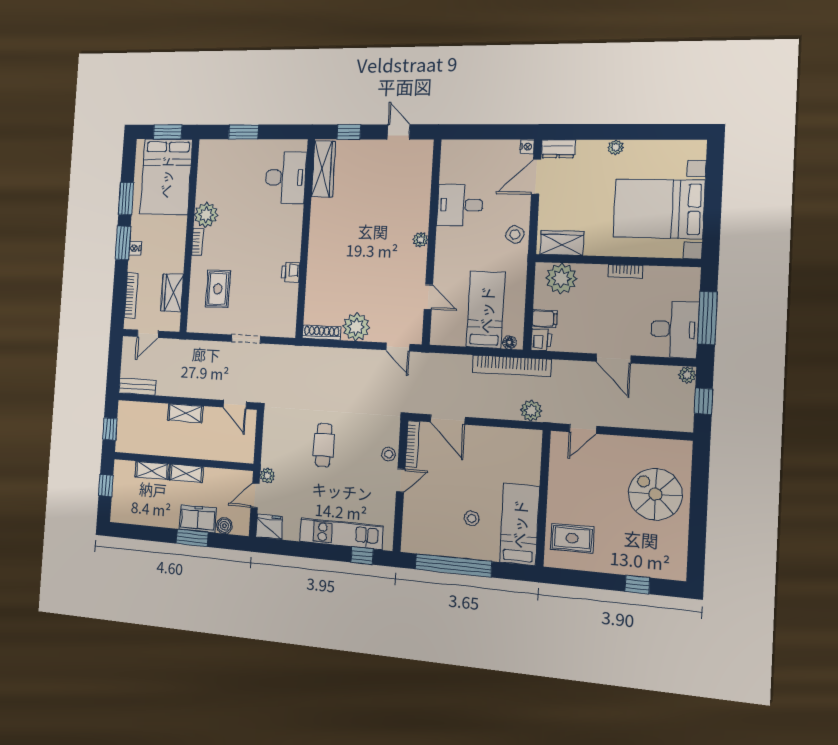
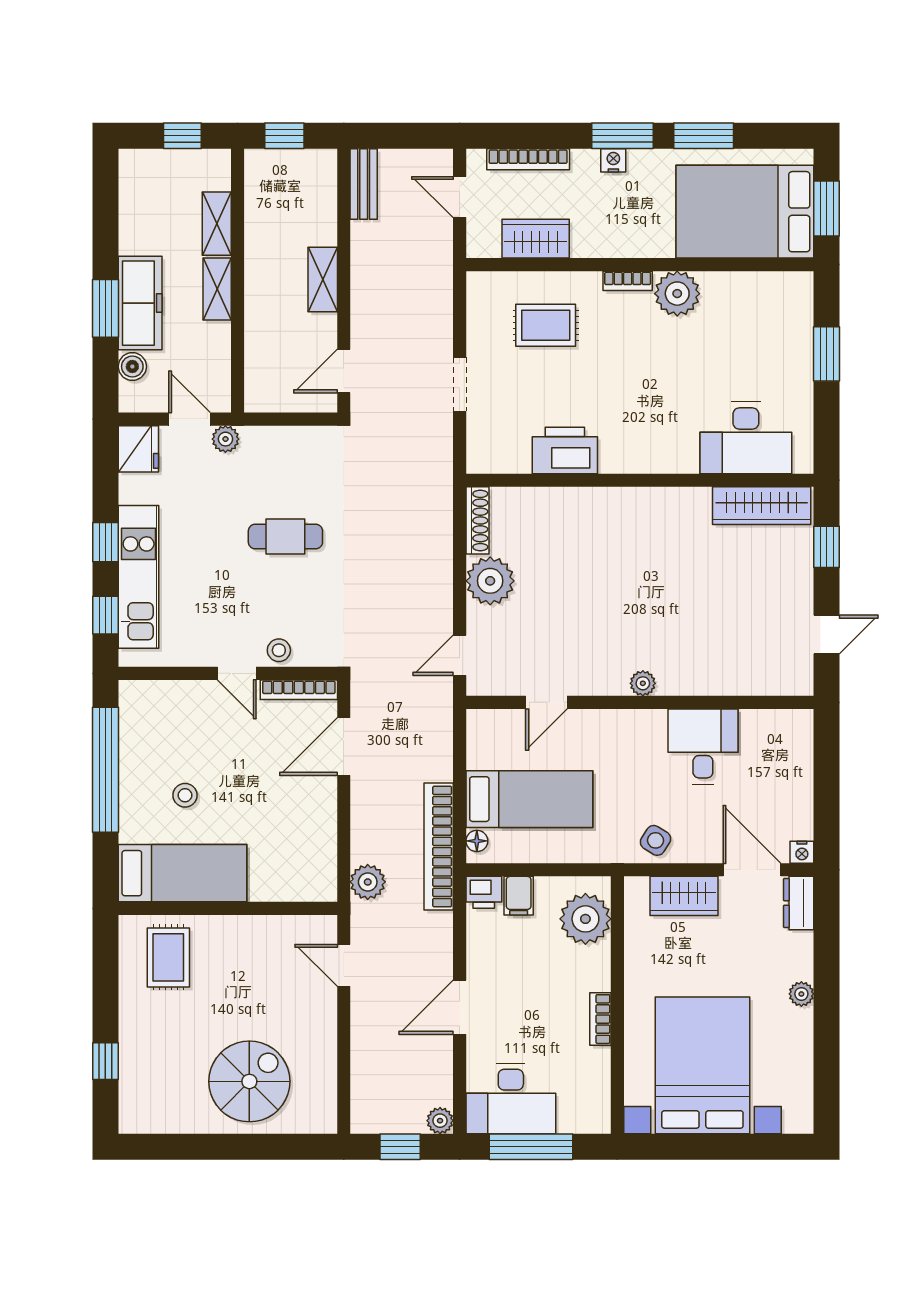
wardrobe: (562, 243) -> (684, 896), moved, turned 90
printer: (291, 272) -> (565, 451), width x1.87, depth x1.48
freezer: (198, 519) -> (140, 303), width x1.40
window: (320, 551) -> (105, 542), added

